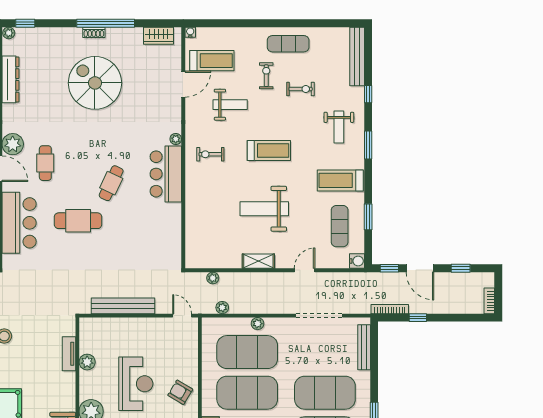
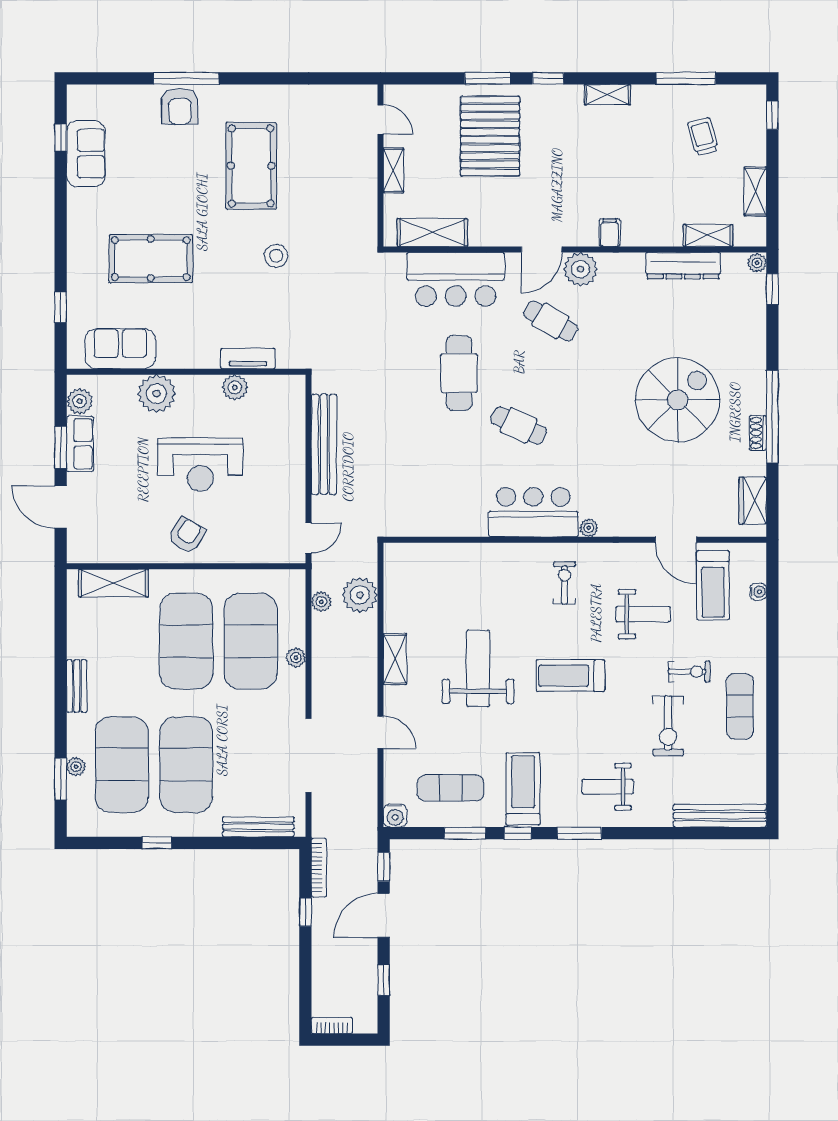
shoe rack: (94, 32) -> (758, 433), moved
water cooler: (190, 32) -> (758, 592), moved
exercise bike: (301, 89) -> (668, 726), width x1.38, depth x1.39
window: (368, 94) -> (518, 833), moved
weight bench: (230, 105) -> (643, 614), turned -90
treadmill: (269, 150) -> (570, 676), turned 90
cafe table: (45, 163) -> (551, 321), turned 30
plant: (213, 278) -> (360, 595), width x1.88, depth x1.88

